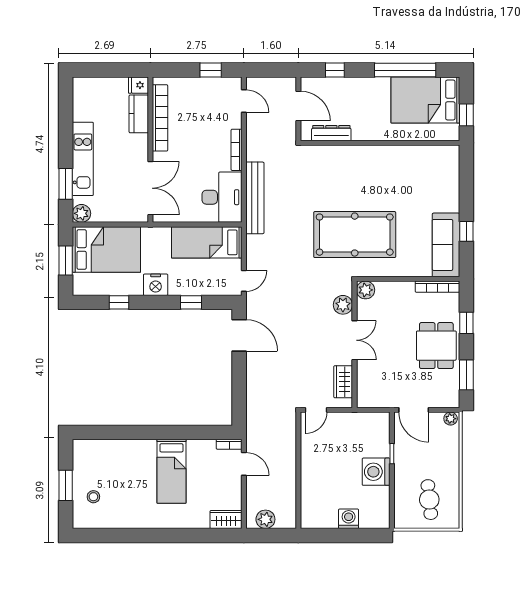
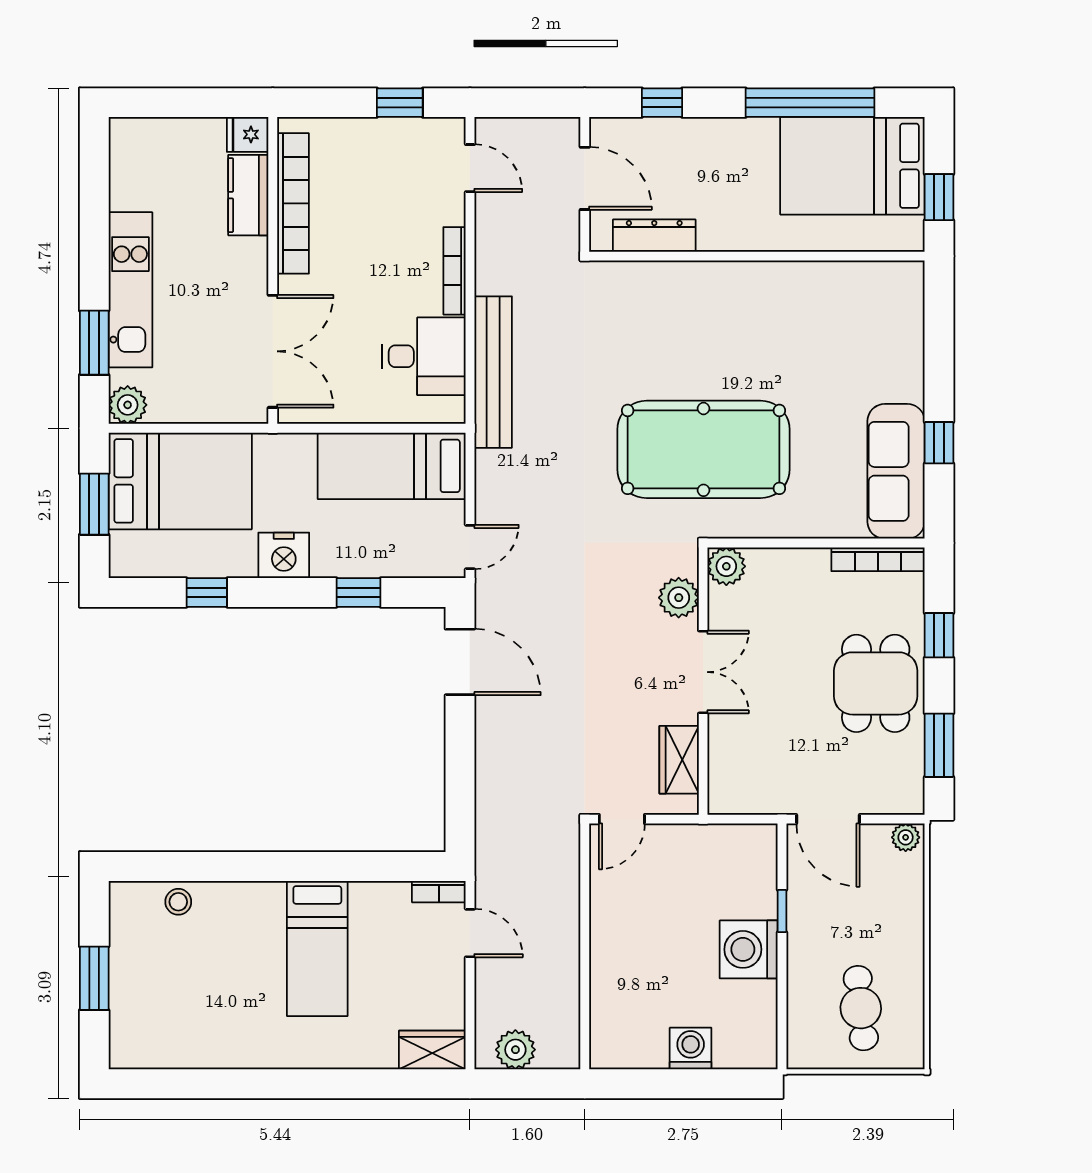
desk: (222, 197) -> (424, 356), width x0.73
stool: (93, 497) -> (178, 902), moved

